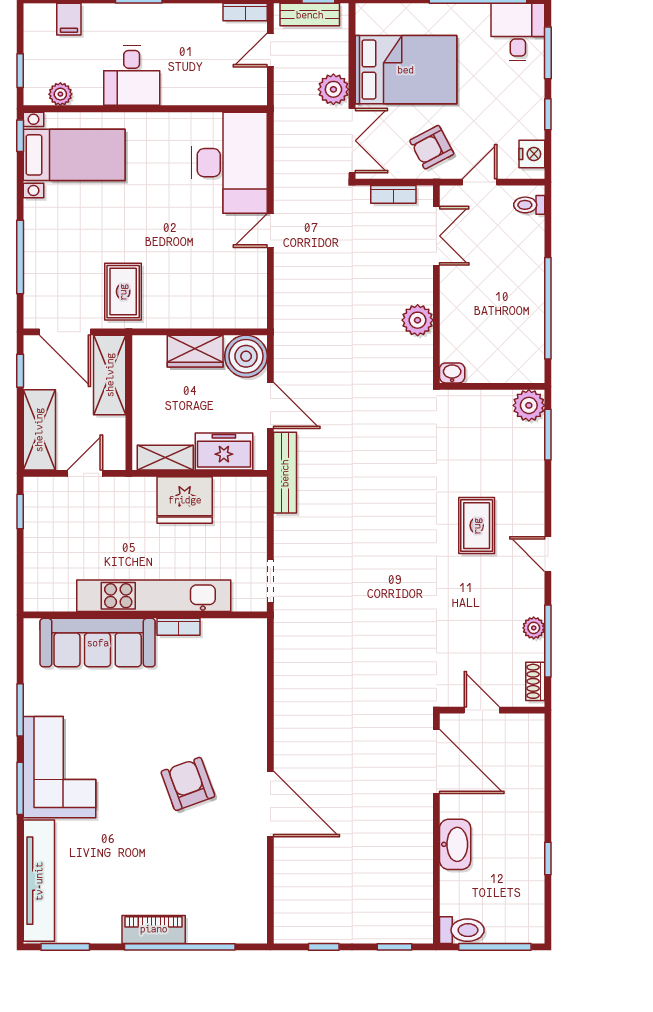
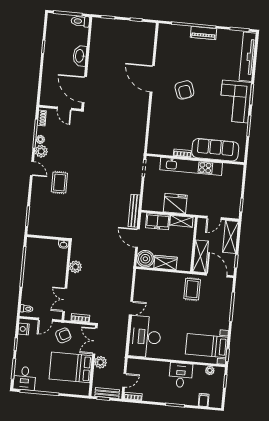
plant: (529, 405) -> (41, 151), moved

